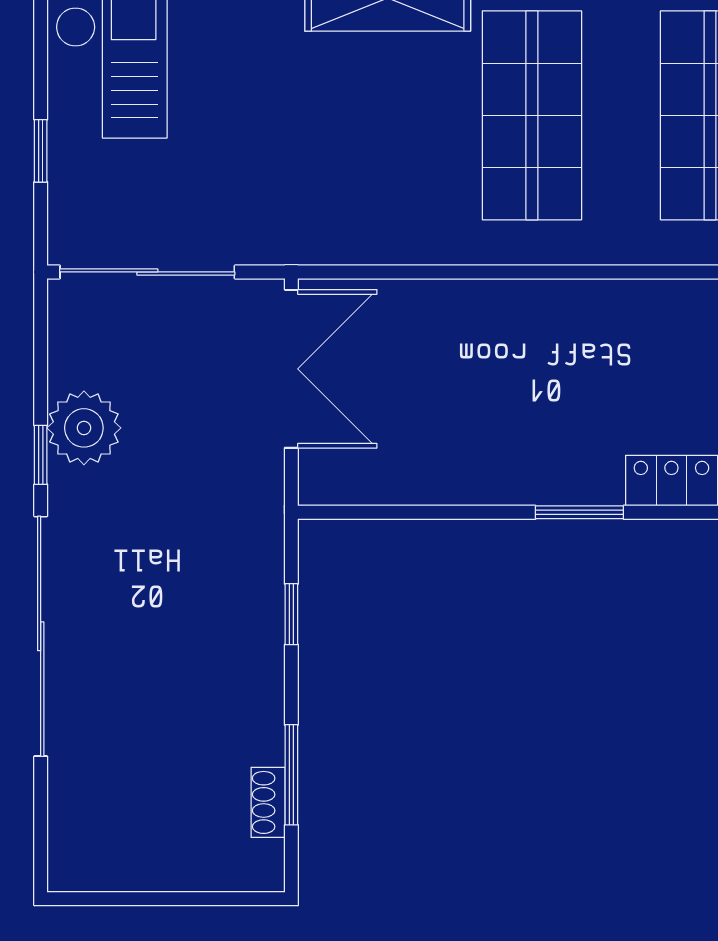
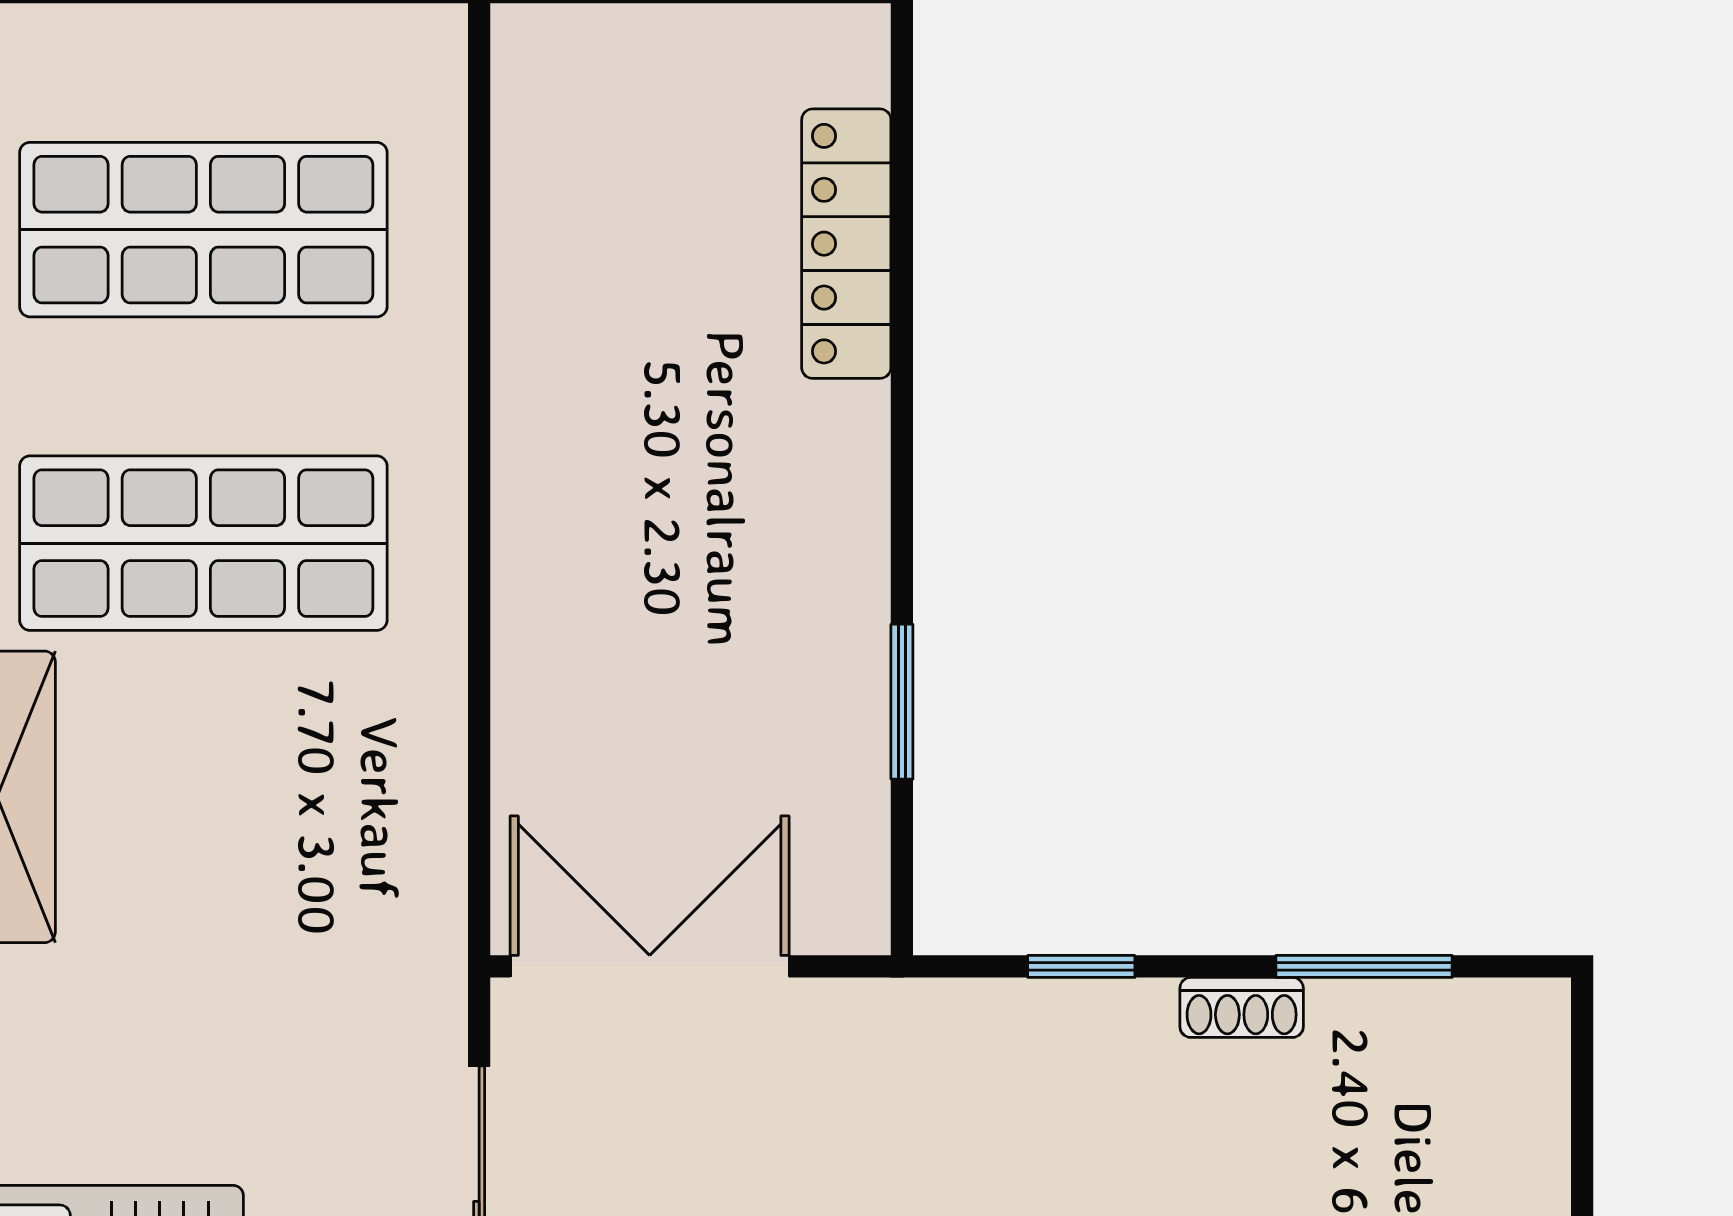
window: (579, 512) -> (902, 702), moved
shoe rack: (268, 802) -> (1242, 1007), moved

